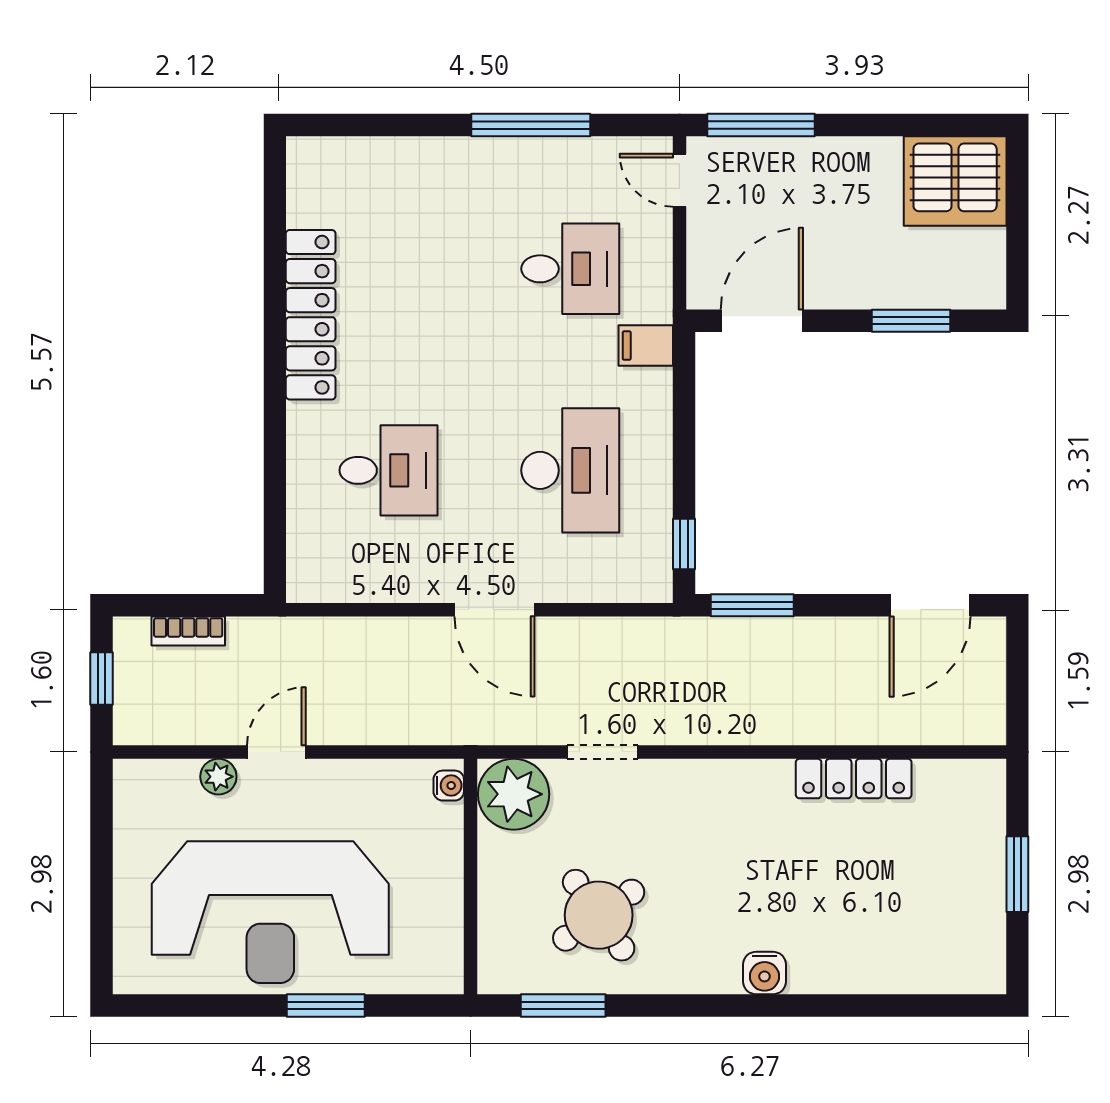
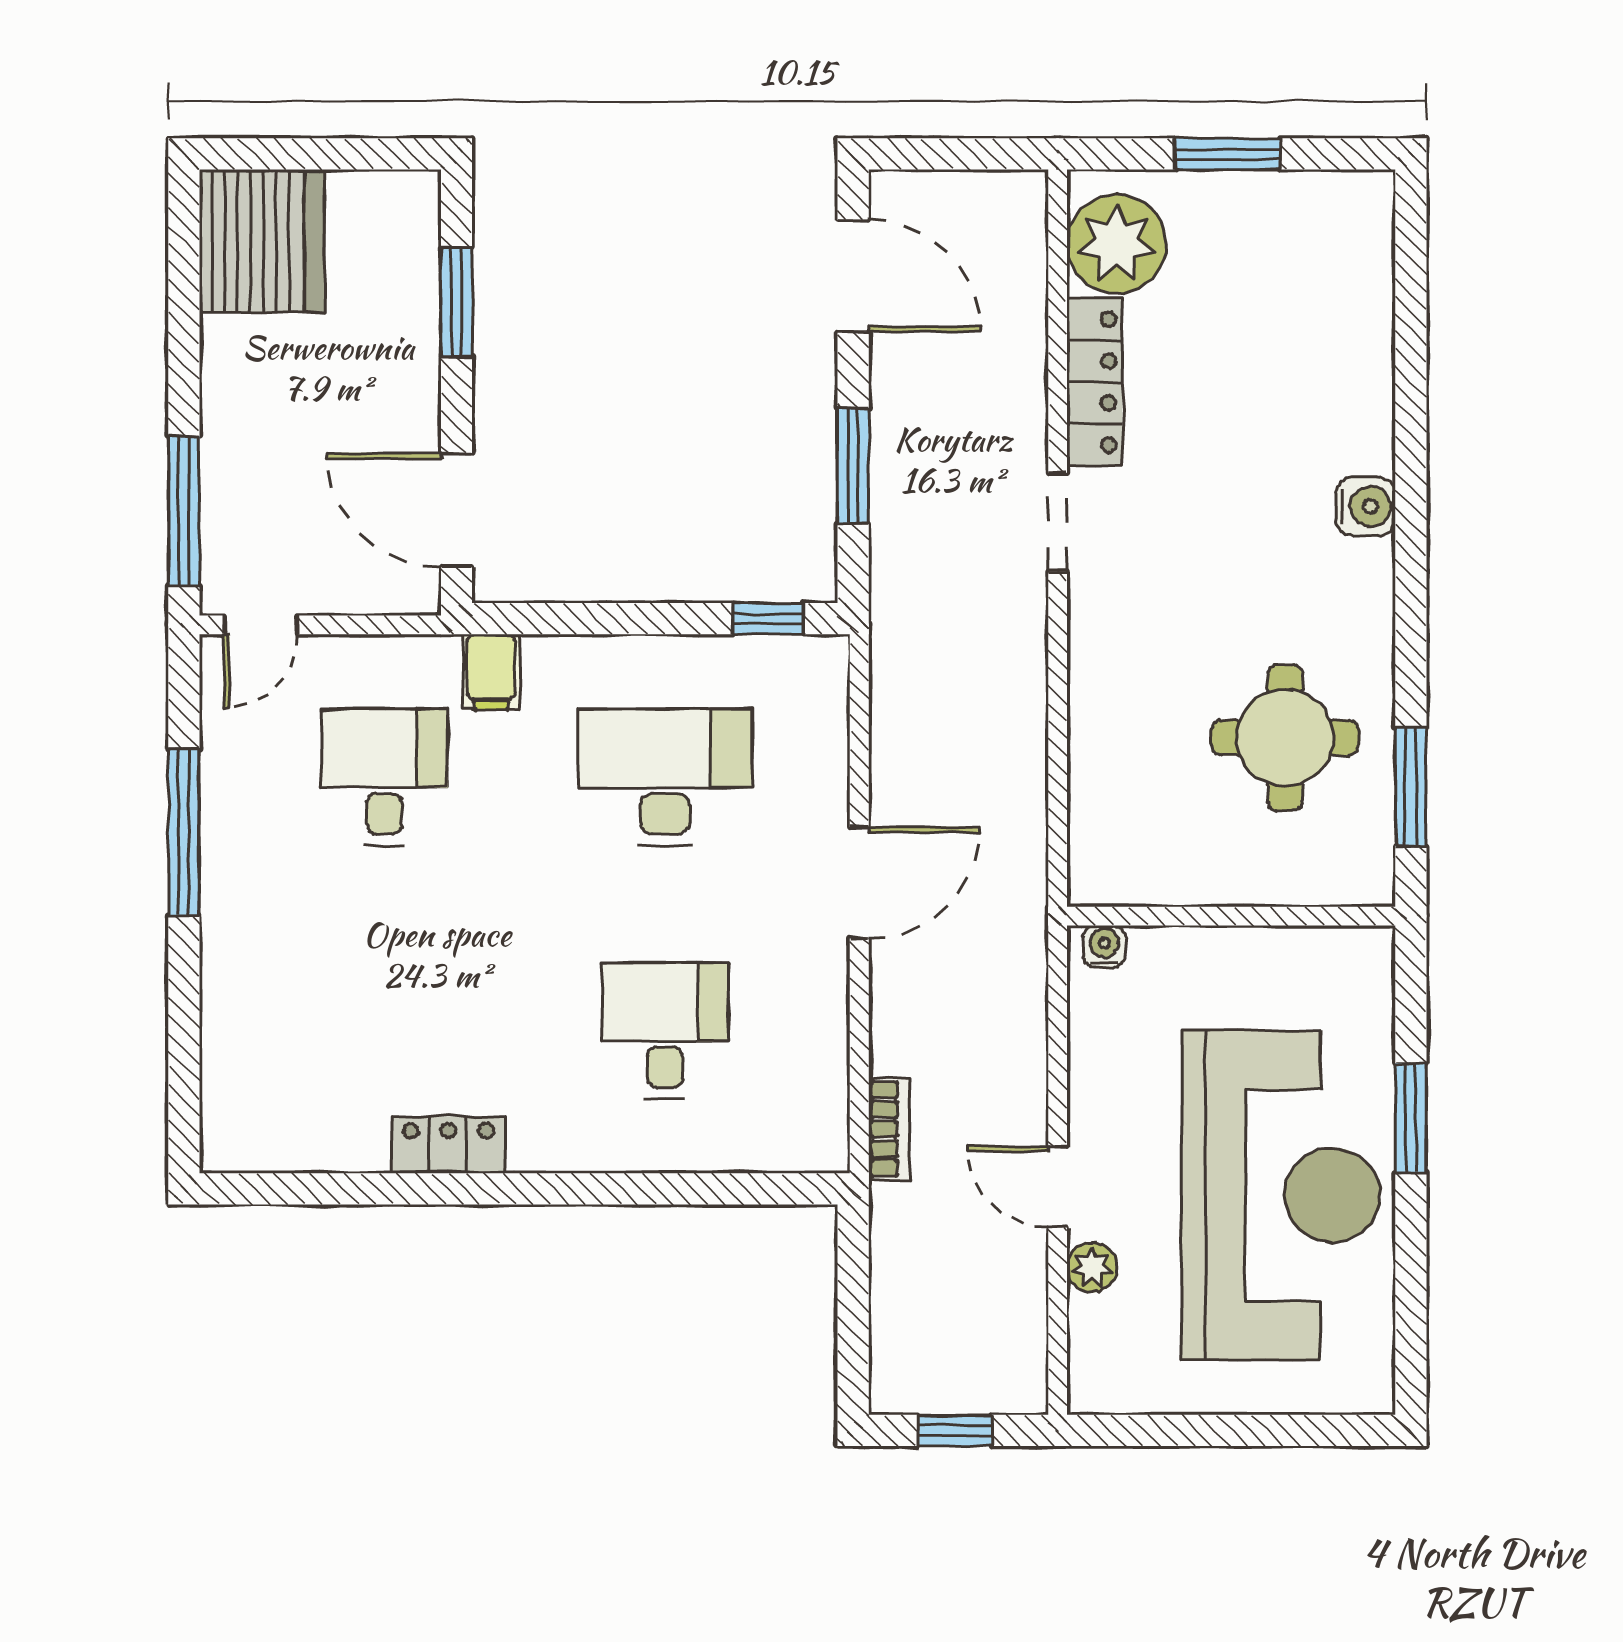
locker: (311, 315) -> (448, 1145), width x0.46, depth x0.83
window: (752, 605) -> (853, 466), moved
bookcase: (188, 631) -> (889, 1129), moved
doorway: (602, 752) -> (1058, 522), moved
plant: (514, 794) -> (1116, 244), moved
round table: (599, 915) -> (1285, 738), turned 35

